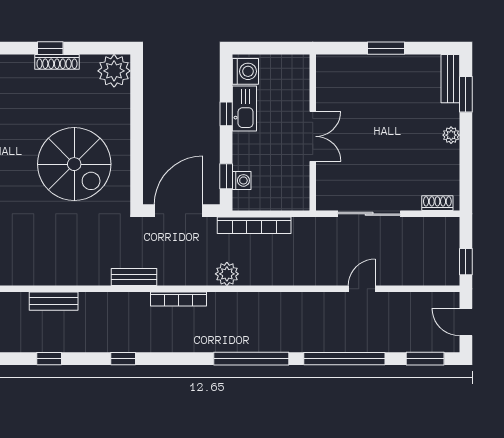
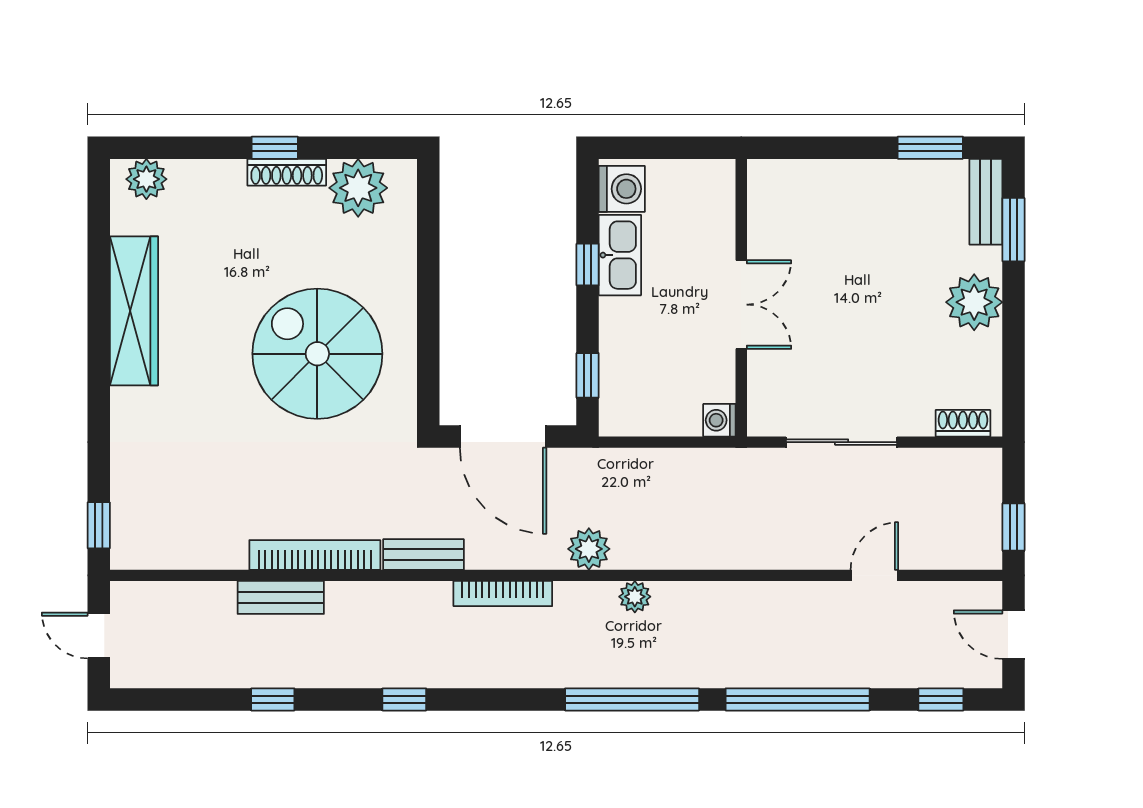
window: (386, 48) -> (930, 148), moved
plant: (114, 71) -> (358, 188), moved
plant: (451, 135) -> (974, 302), width x1.87, depth x1.87
spiral stairs: (74, 164) -> (317, 354), turned 180
washing machine: (242, 180) -> (719, 420), moved, turned 180
door: (179, 211) -> (503, 437), swing flipped
bookcase: (254, 225) -> (315, 555), moved, turned 180
door: (362, 289) -> (874, 575), moved
plant: (253, 301) -> (635, 597), added
window: (425, 359) -> (941, 699), width x0.67

